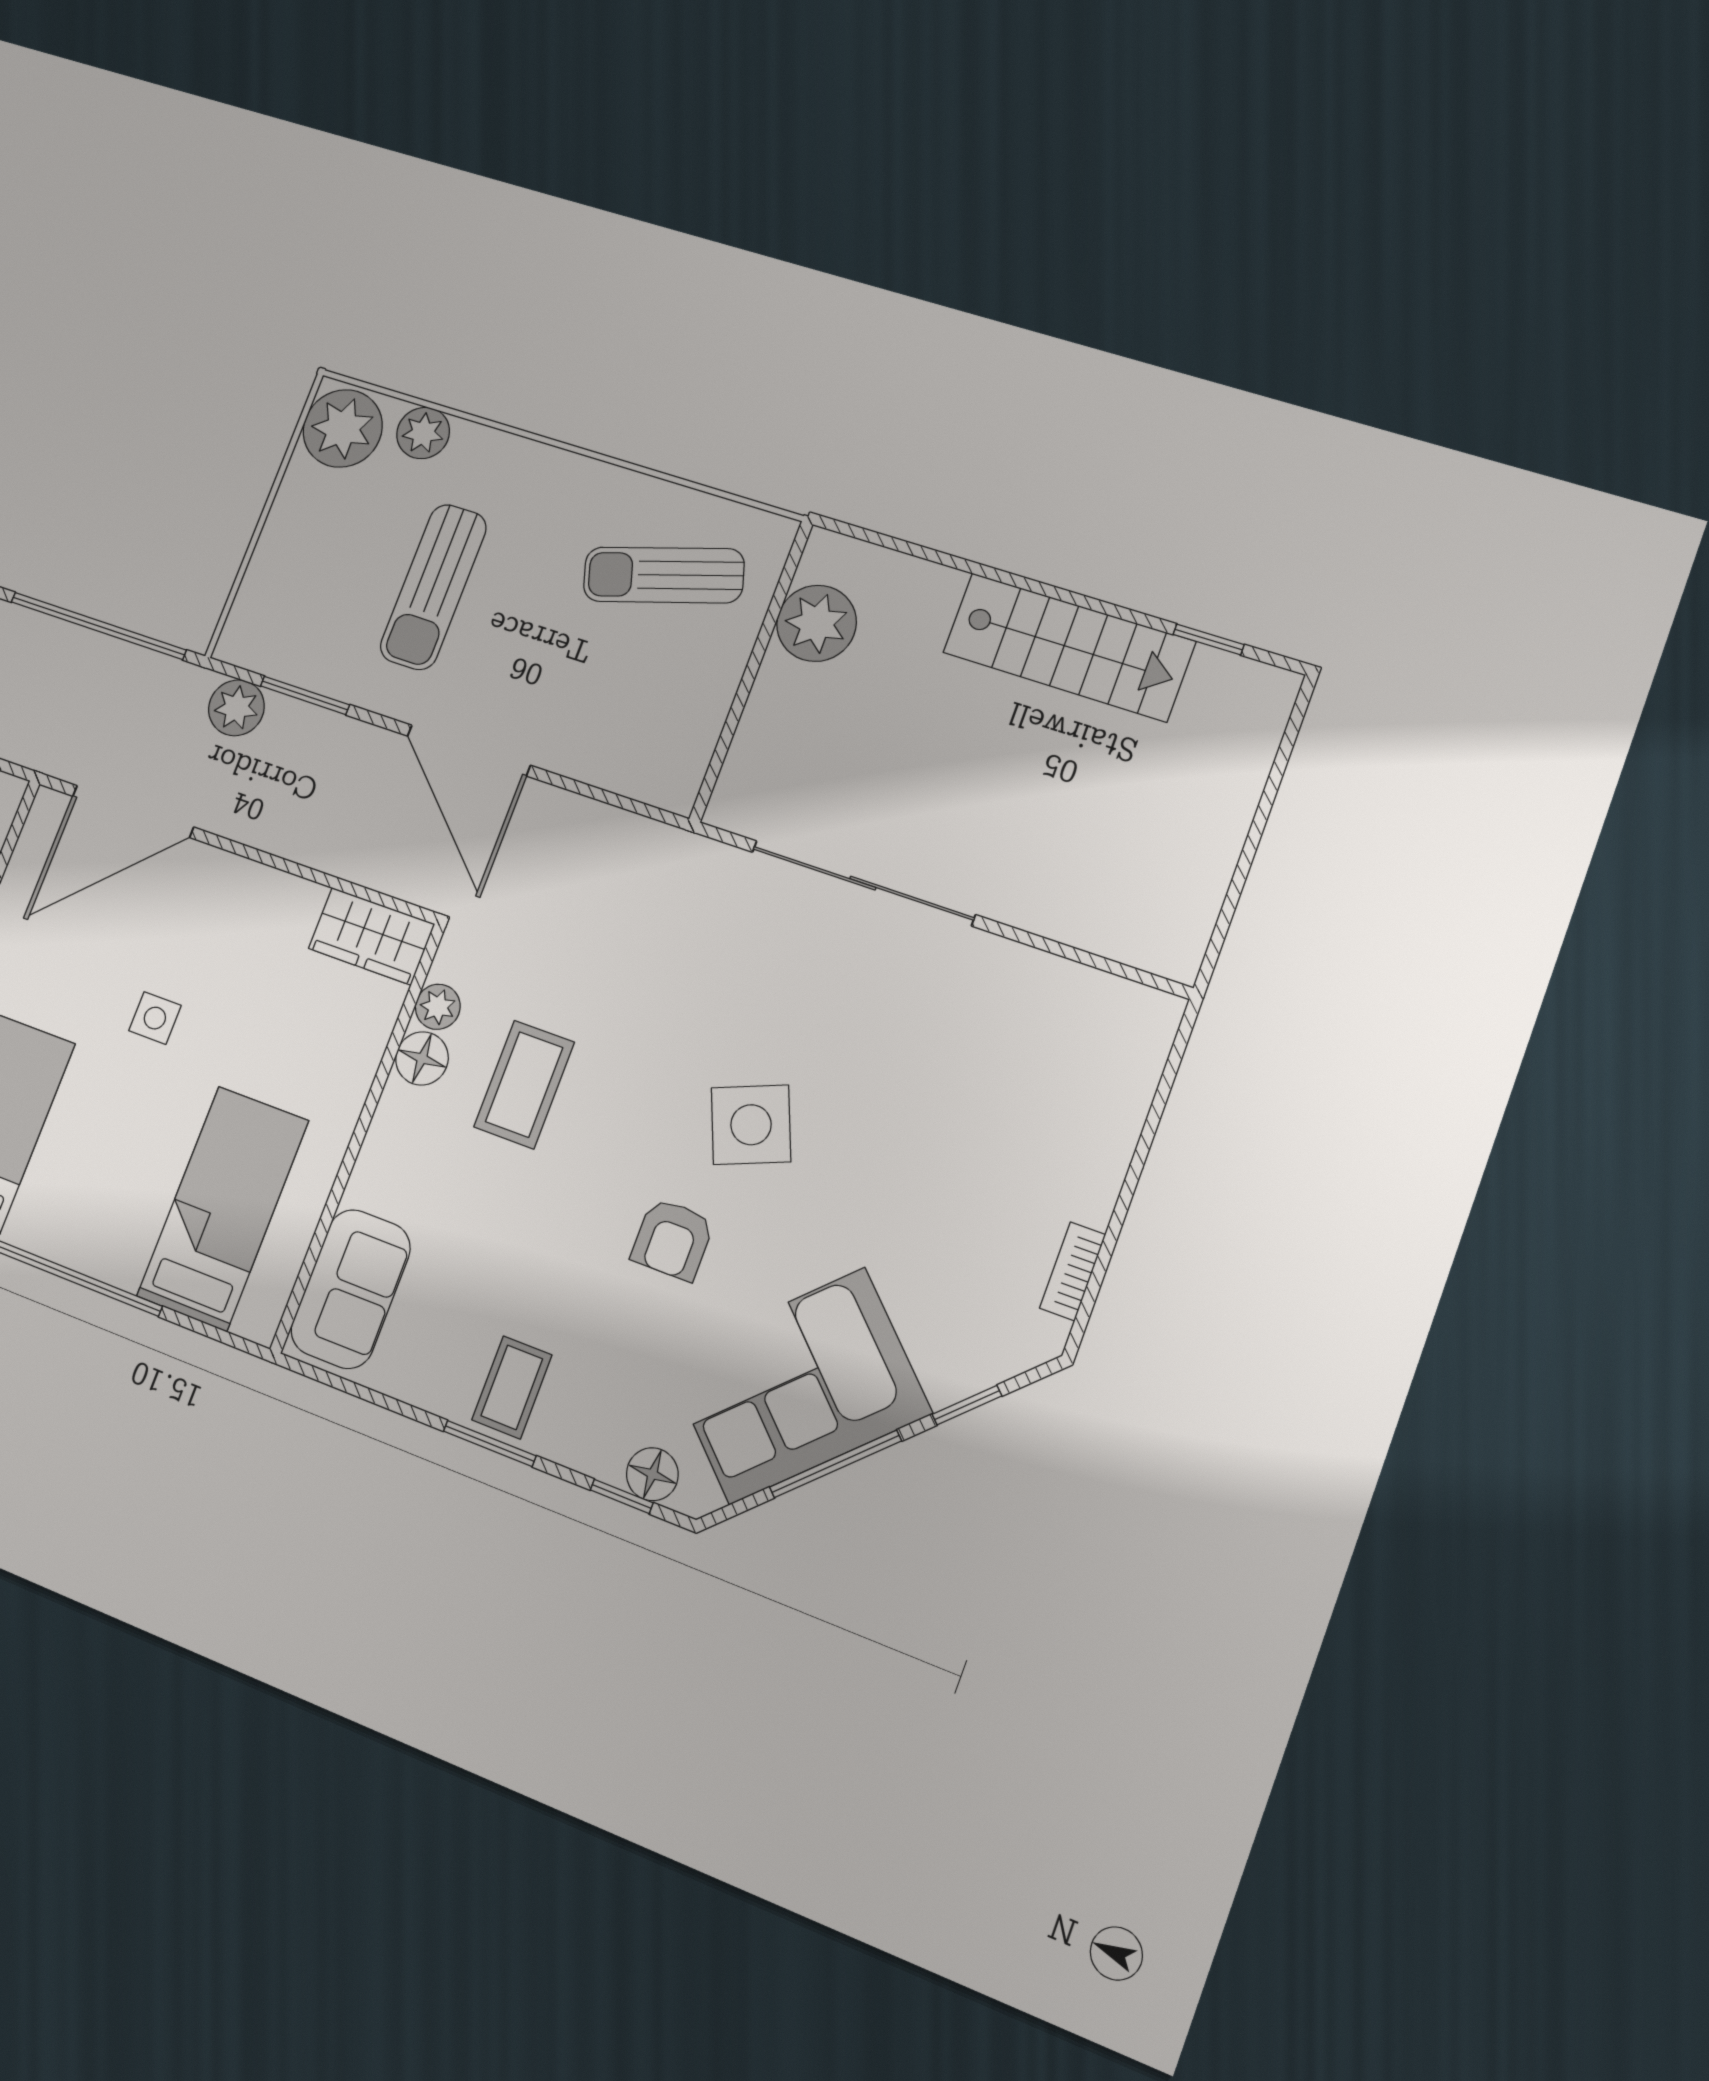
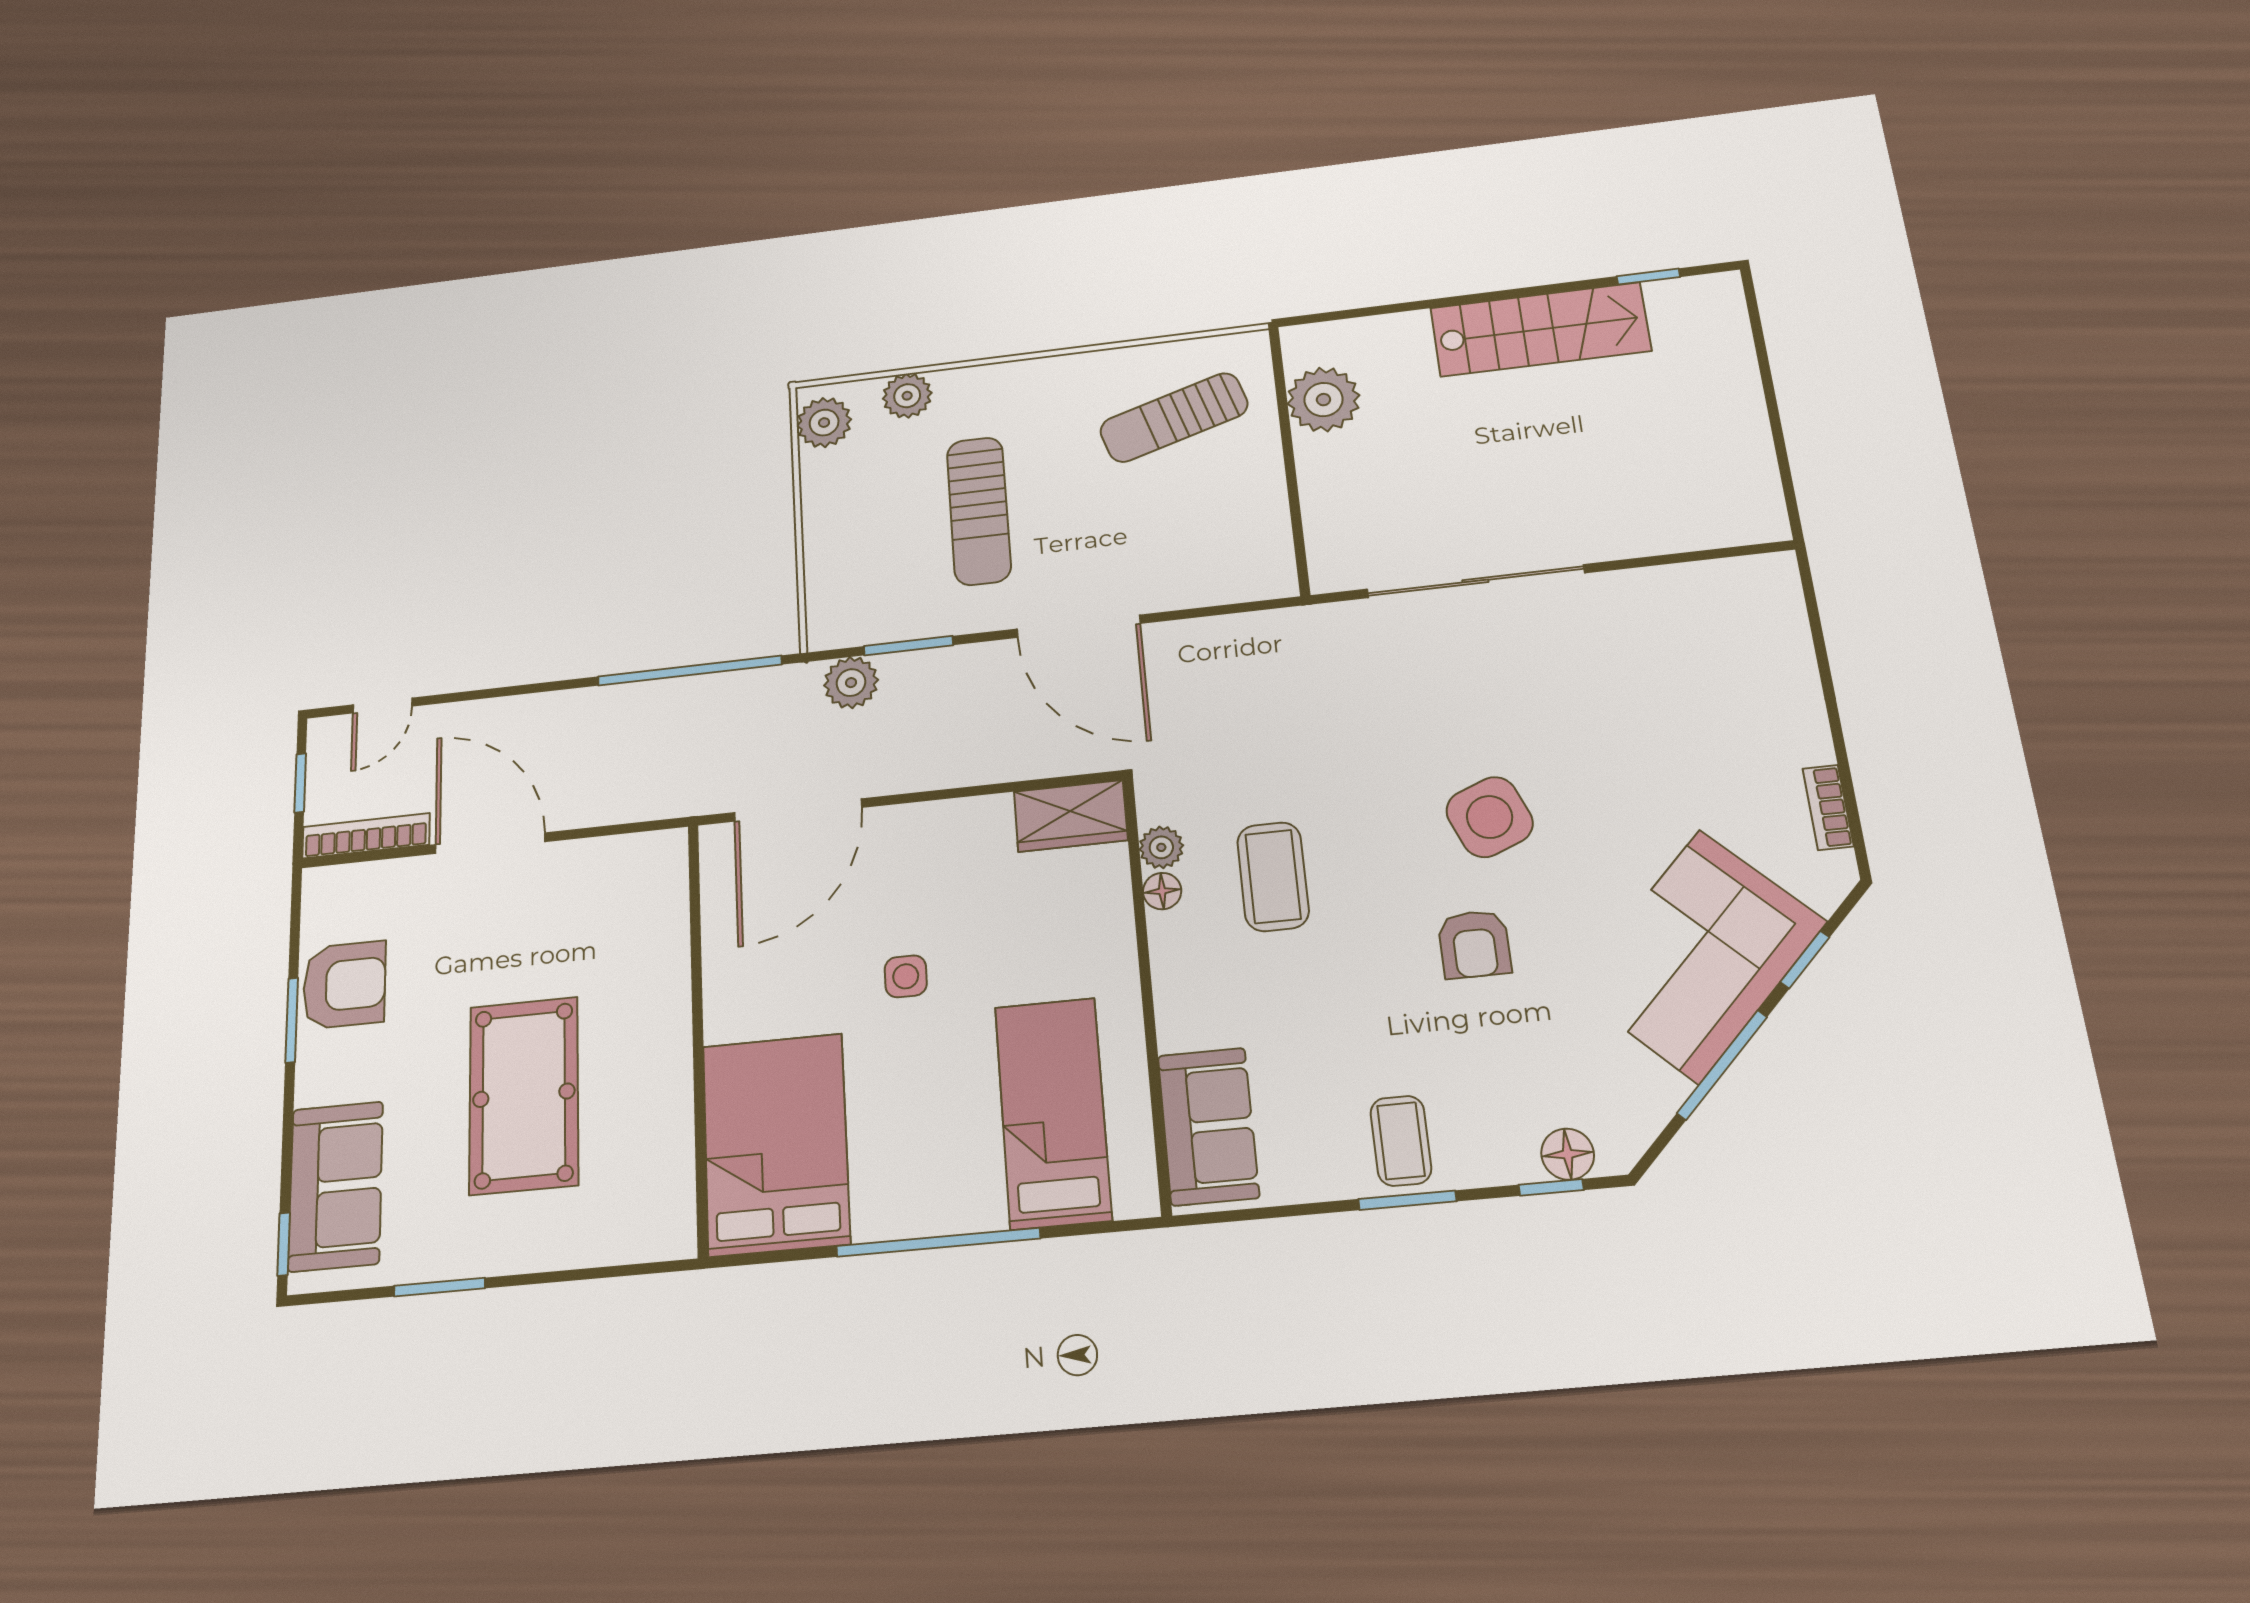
plant: (343, 428) -> (824, 423), width x0.73, depth x0.73
floor lamp: (422, 1058) -> (1162, 891), width x0.73, depth x0.73
corner sofa: (797, 1386) -> (1699, 955), moved

